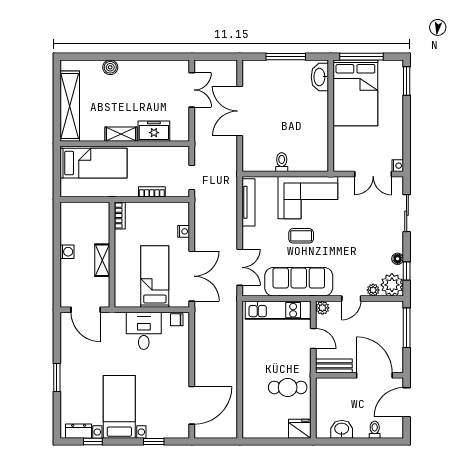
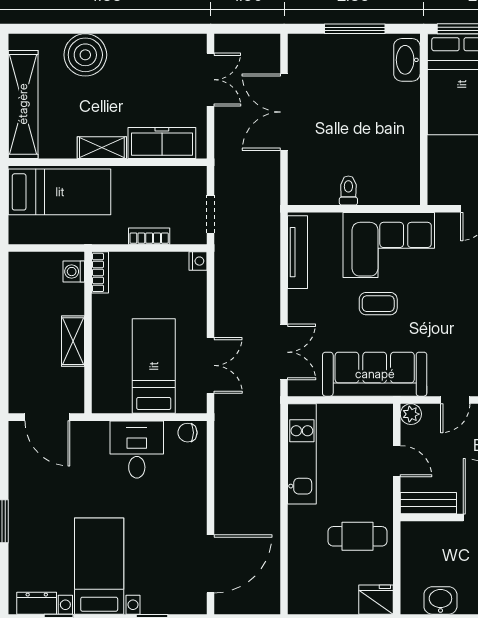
boiler: (110, 67) -> (85, 55), width x1.86, depth x1.86
freezer: (154, 131) -> (162, 143), width x1.40
nightstand: (184, 231) -> (198, 261), moved
washing machine: (67, 252) -> (74, 272), moved, turned 180
double door: (192, 276) -> (211, 365), width x0.73
kitchen unit: (278, 310) -> (302, 454), moved, turned -90

